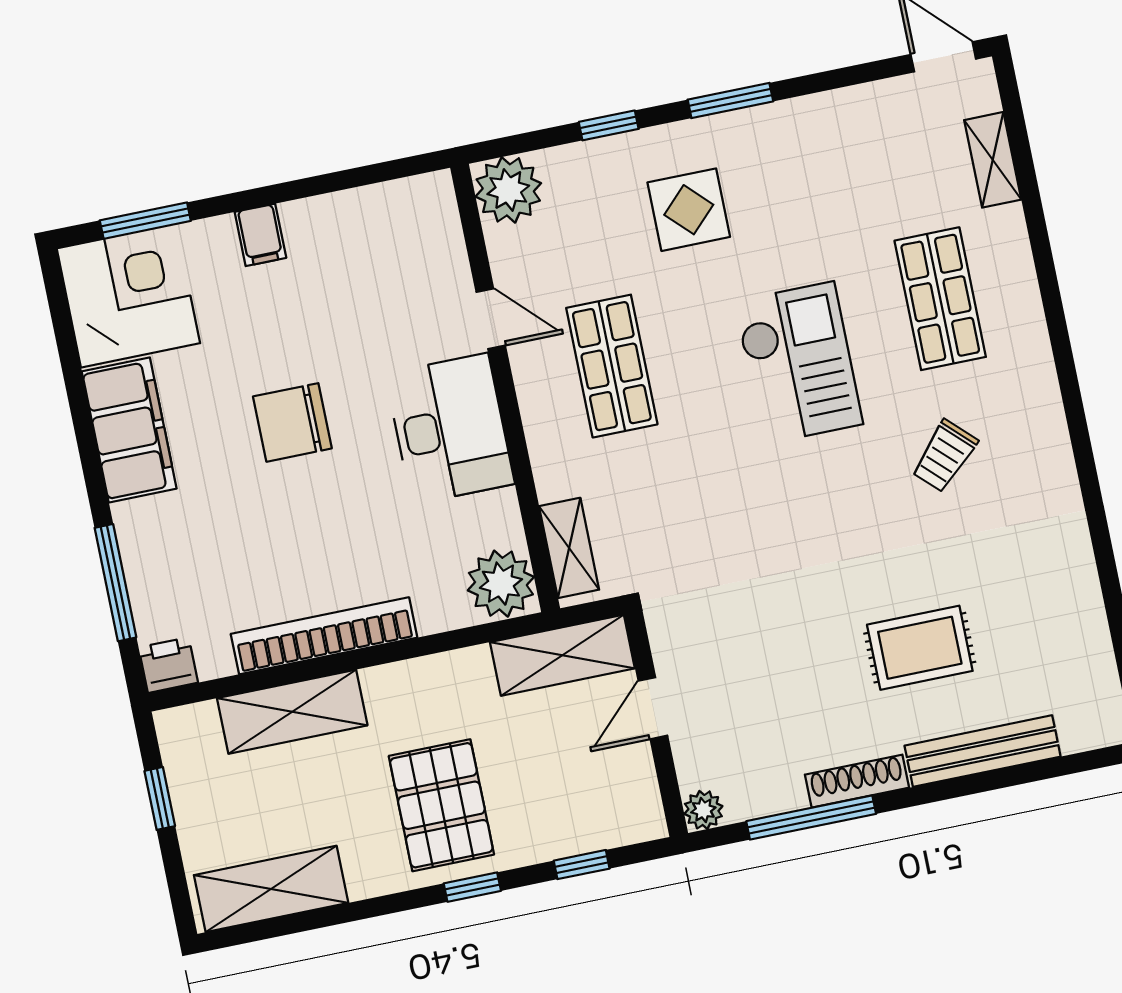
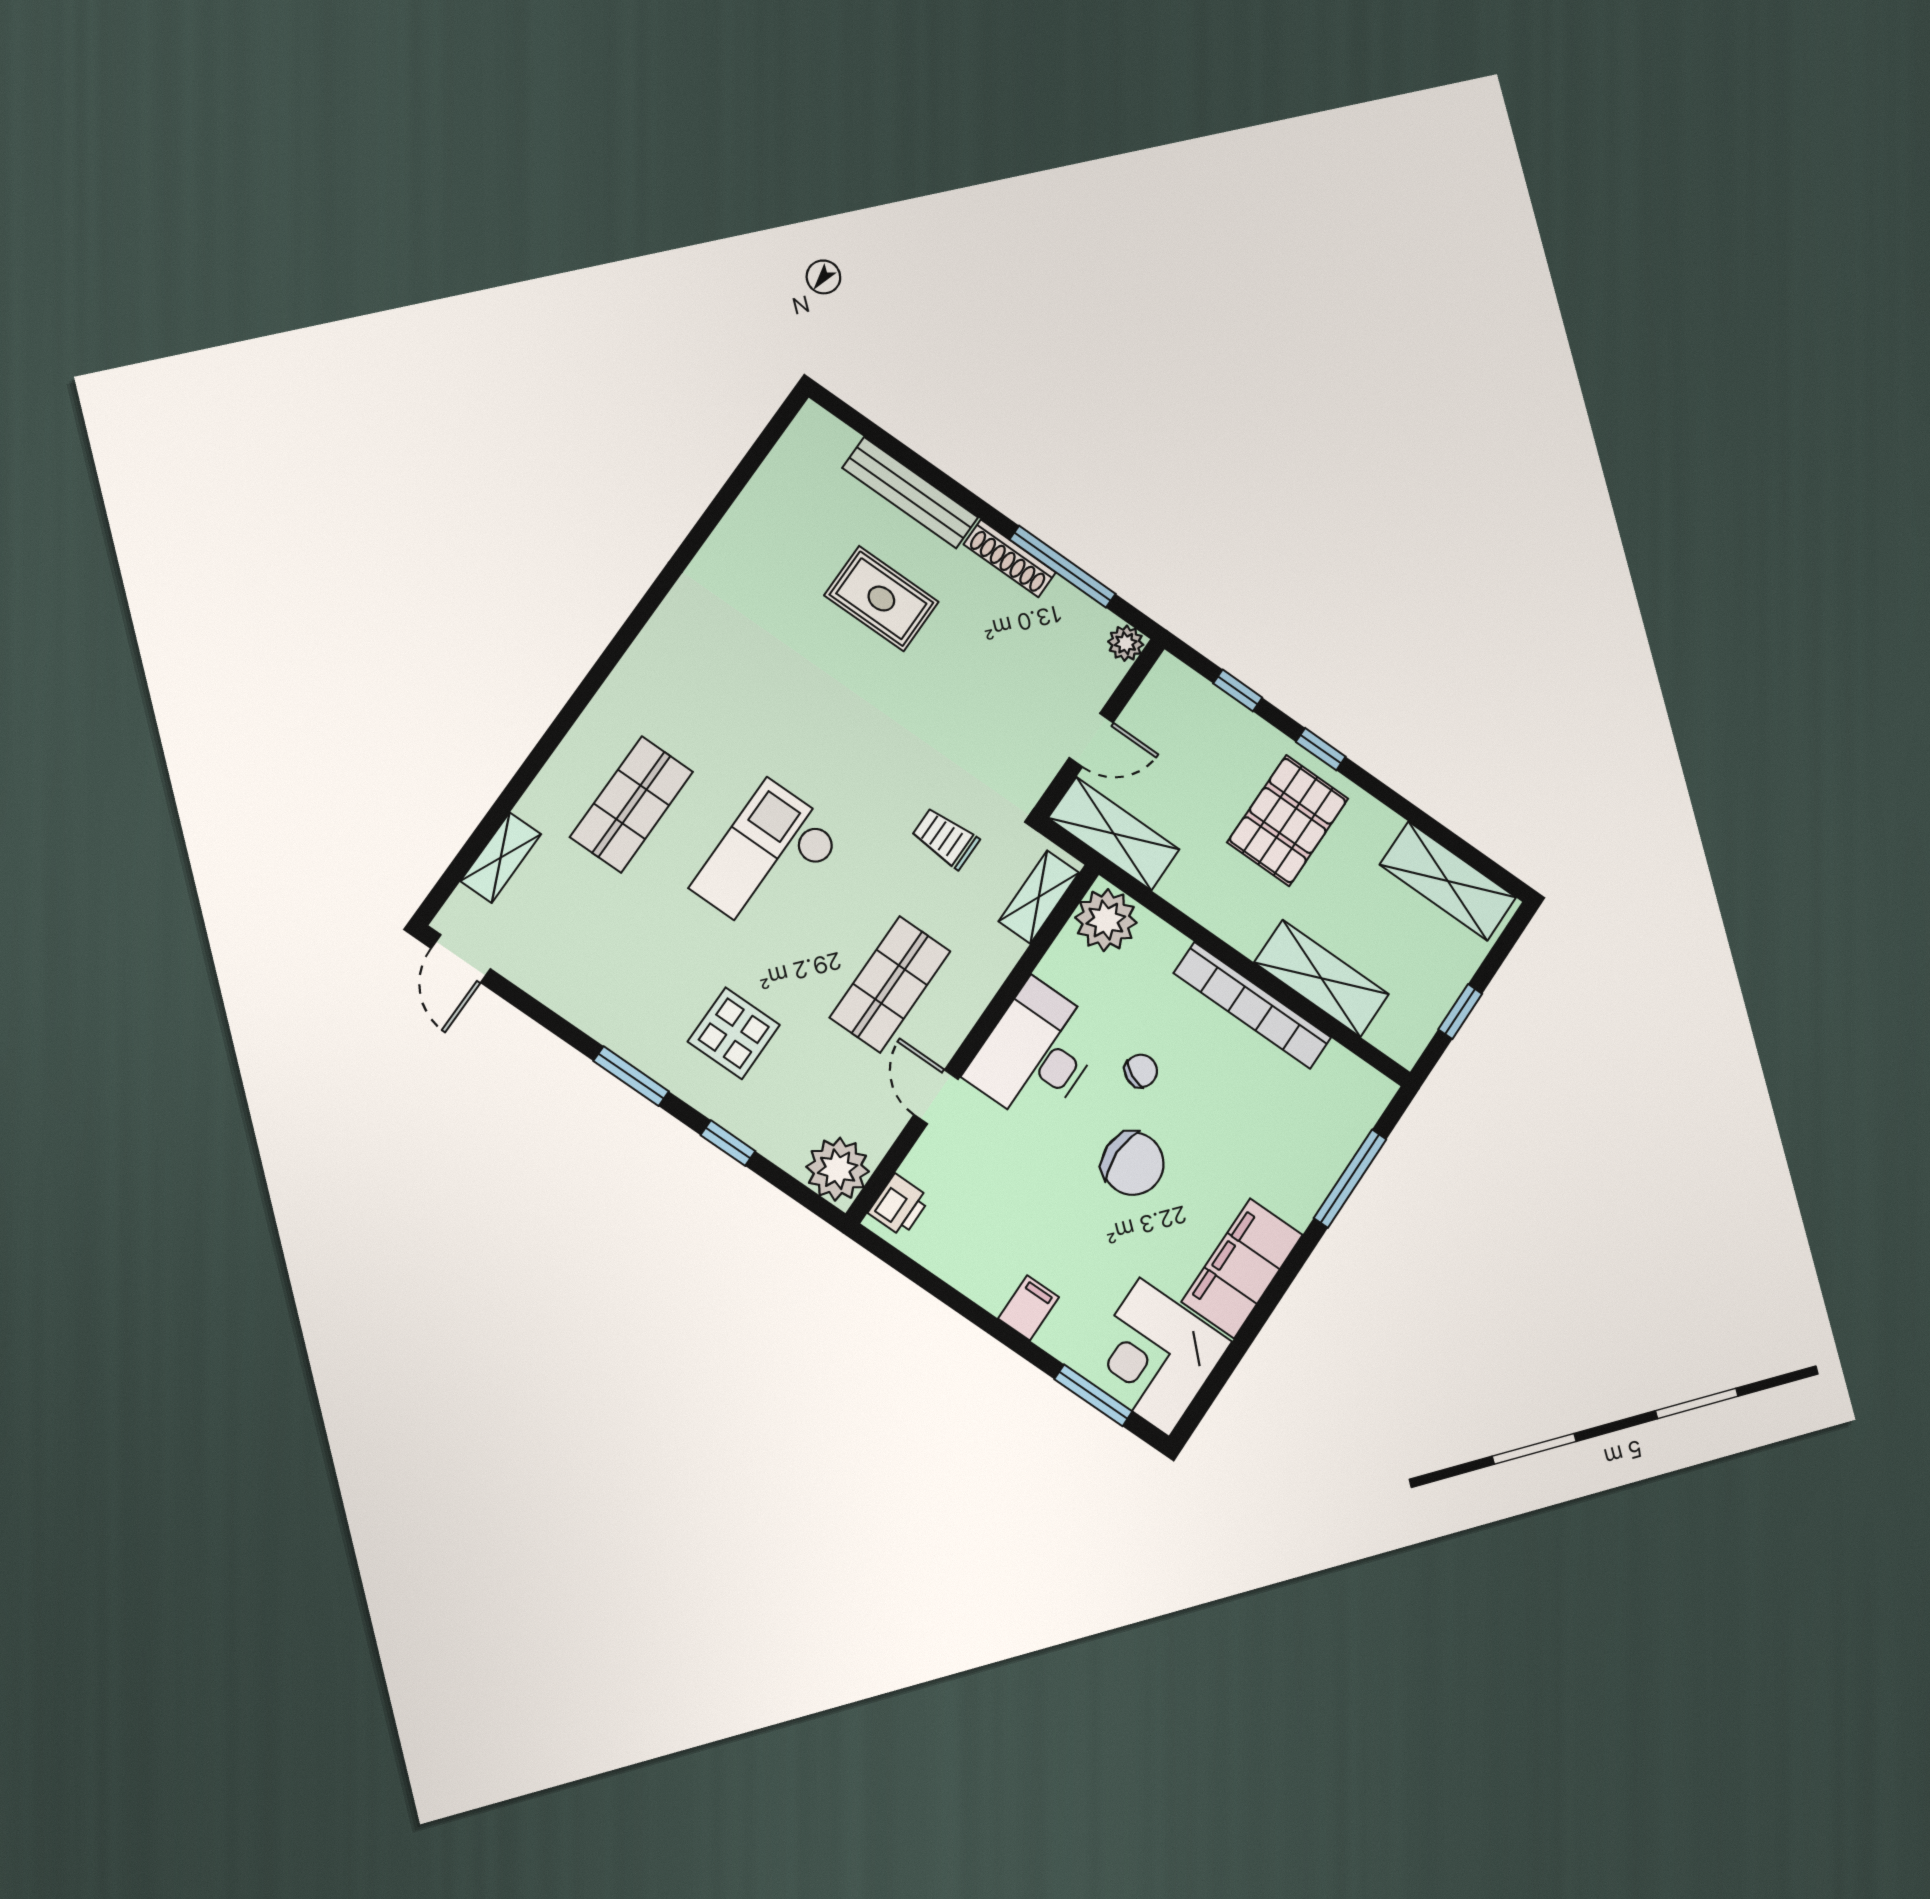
trolley: (945, 456) -> (945, 838), moved, turned -134
chair: (358, 498) -> (1141, 1071), added
printer: (168, 665) -> (899, 1205), moved, turned -90

